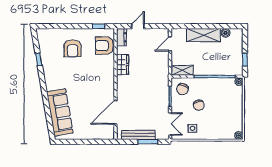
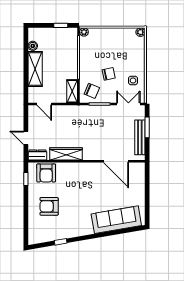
armchair: (73, 48) -> (49, 206), turned 180
wardrobe: (123, 65) -> (66, 154), width x1.50

